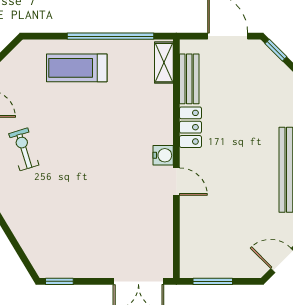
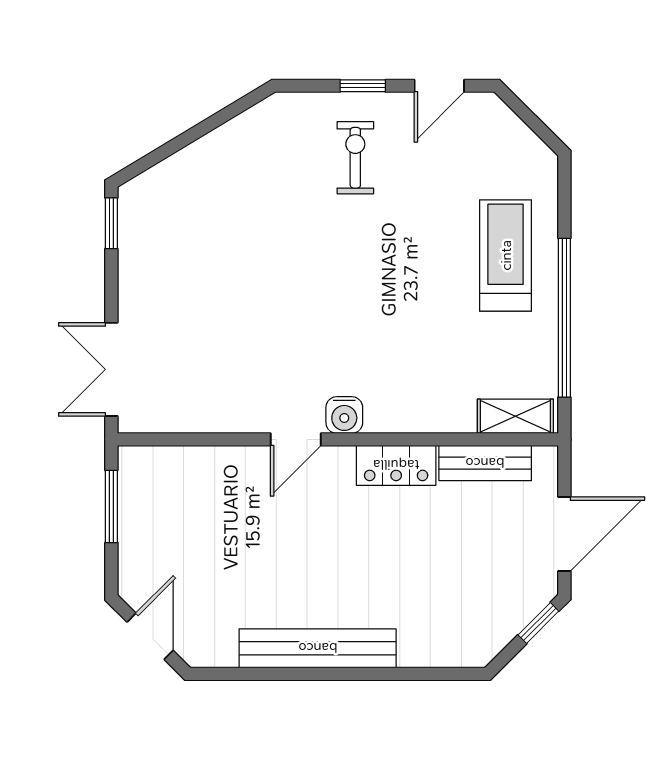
exercise bike: (24, 149) -> (355, 158), turned -73

